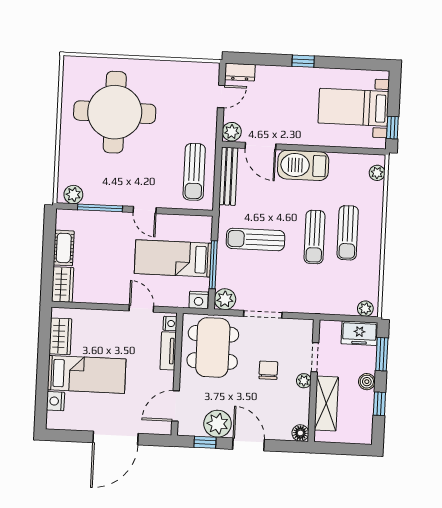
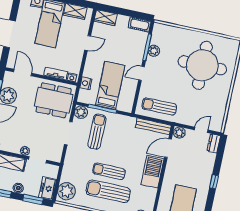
door: (221, 97) -> (201, 130), swing flipped
plant: (73, 195) -> (154, 51), moved
sun lounger: (348, 233) -> (108, 191), width x1.36, depth x1.34
sun lounger: (255, 239) -> (97, 132), moved
cot: (64, 248) -> (140, 24), moved
nightstand: (199, 300) -> (86, 83), moved
door: (141, 309) -> (88, 43), moved
plant: (365, 309) -> (66, 191), width x1.87, depth x1.87
chair: (268, 370) -> (35, 131), removed

